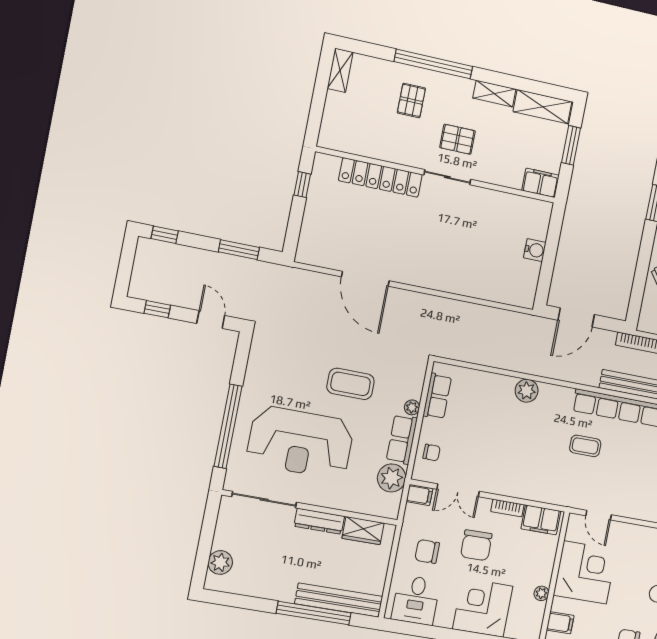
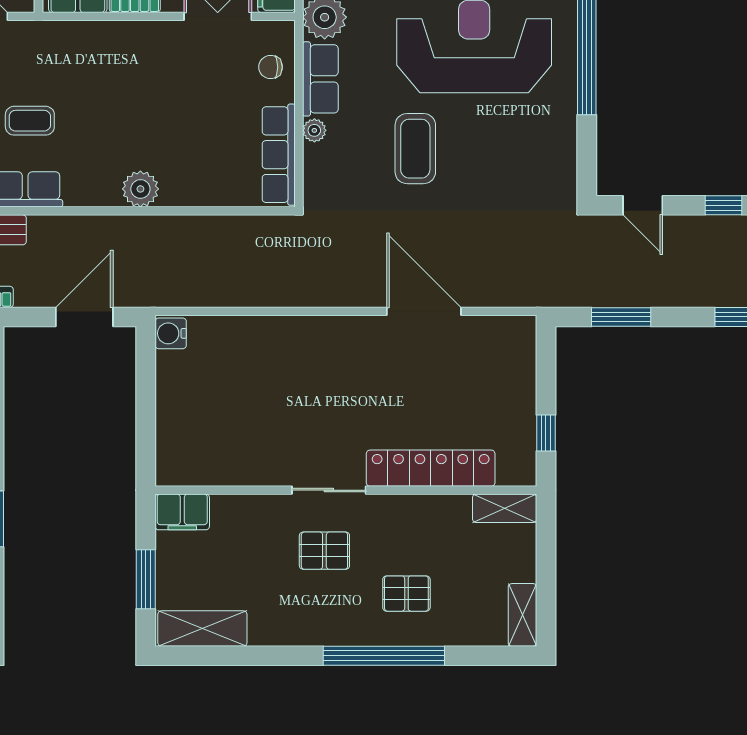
shelving: (494, 94) -> (505, 508), moved
pallet: (411, 100) -> (406, 594), turned 90
water cooler: (535, 250) -> (171, 333), moved
coffee table: (351, 384) -> (415, 149), turned 90
row of seats: (437, 396) -> (279, 155), width x1.48

